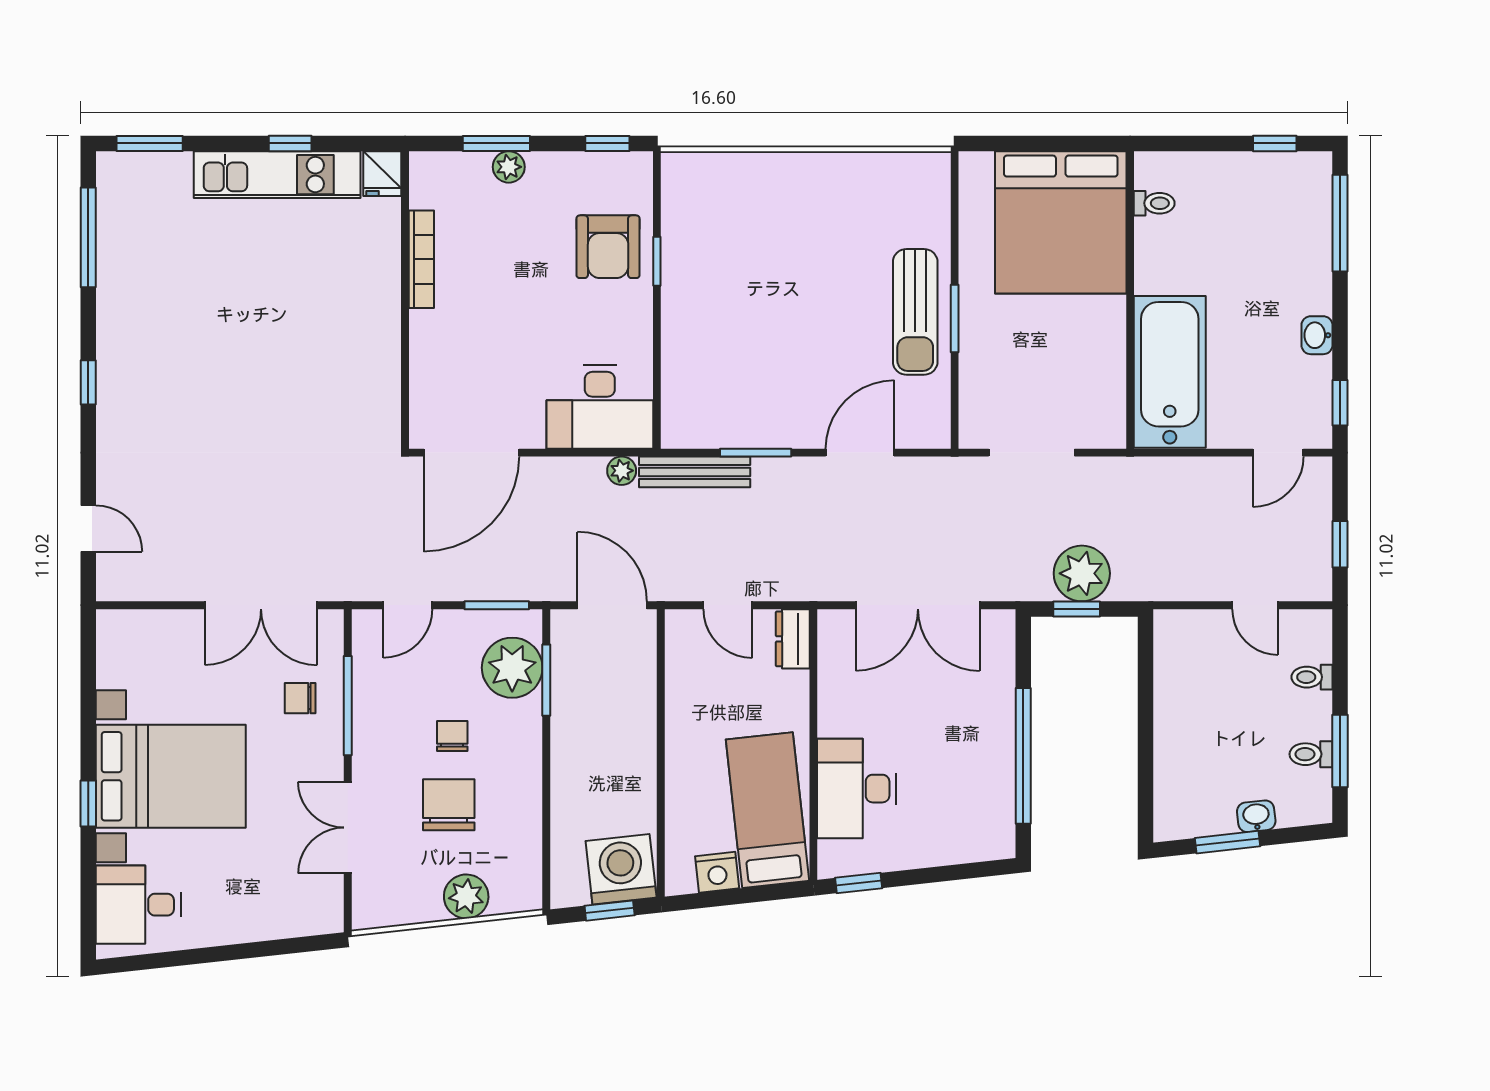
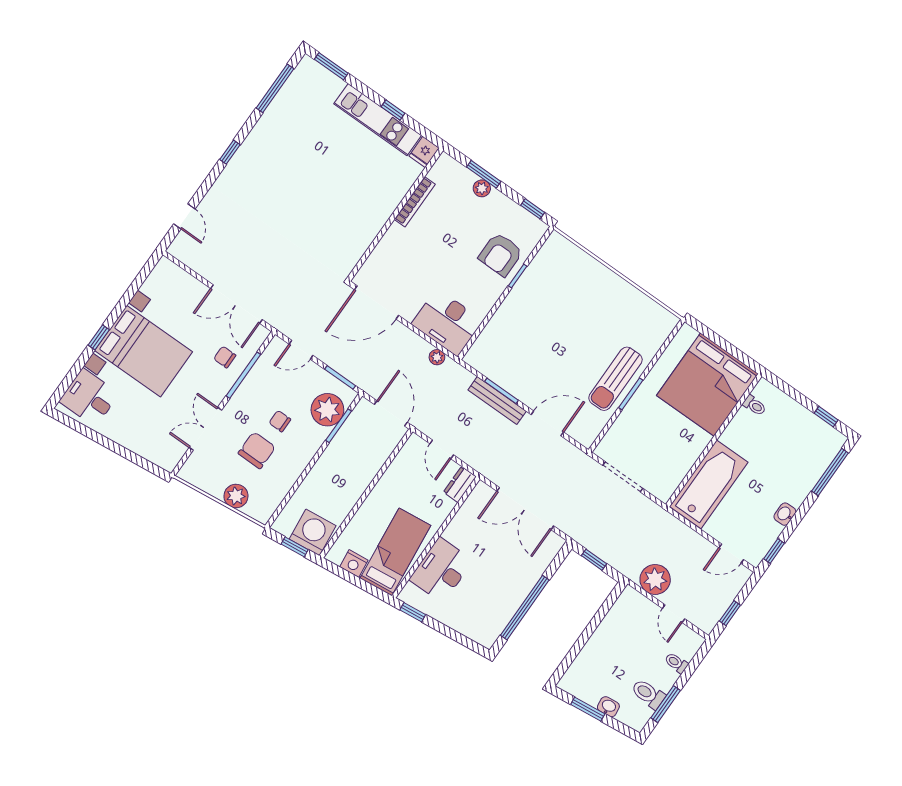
bench: (695, 472) -> (497, 401), moved
plant: (1082, 573) -> (655, 579), moved
chair: (452, 736) -> (280, 421), turned -90
toilet: (1311, 754) -> (648, 694), width x1.37, depth x1.39

